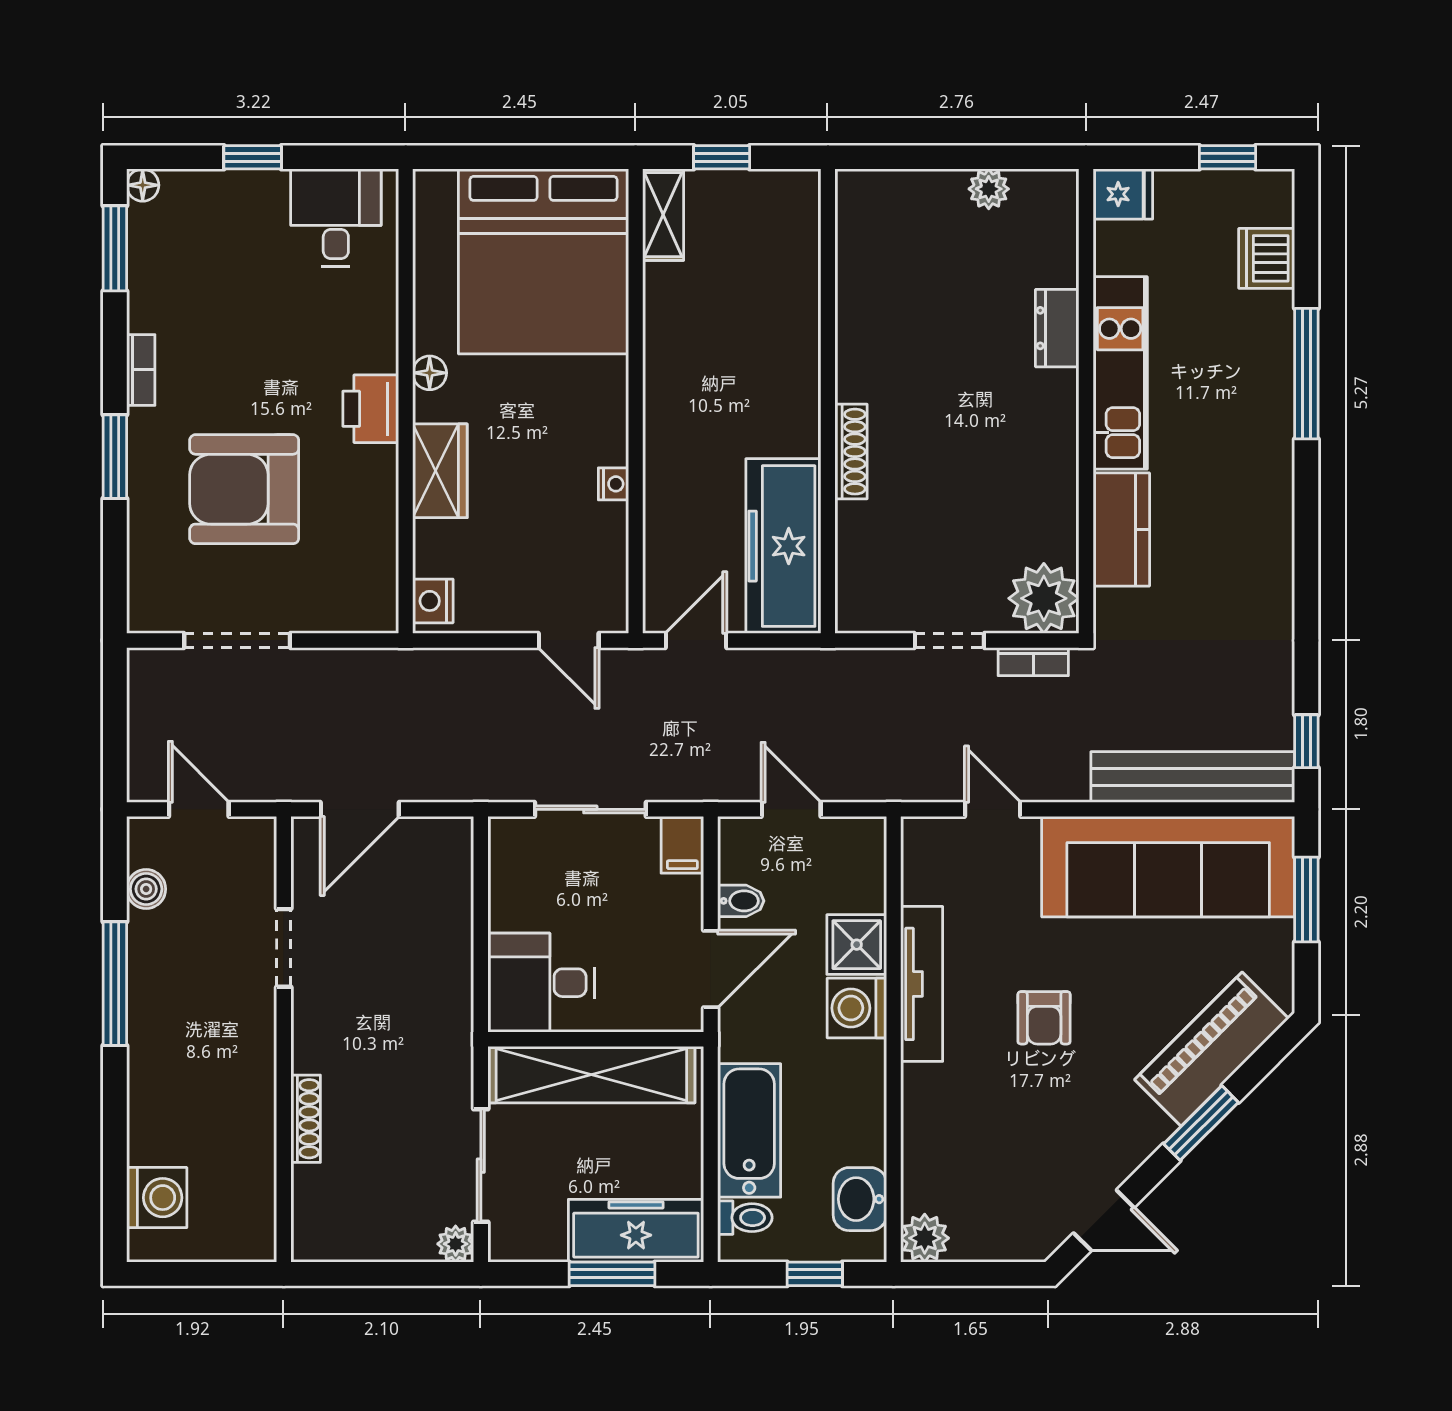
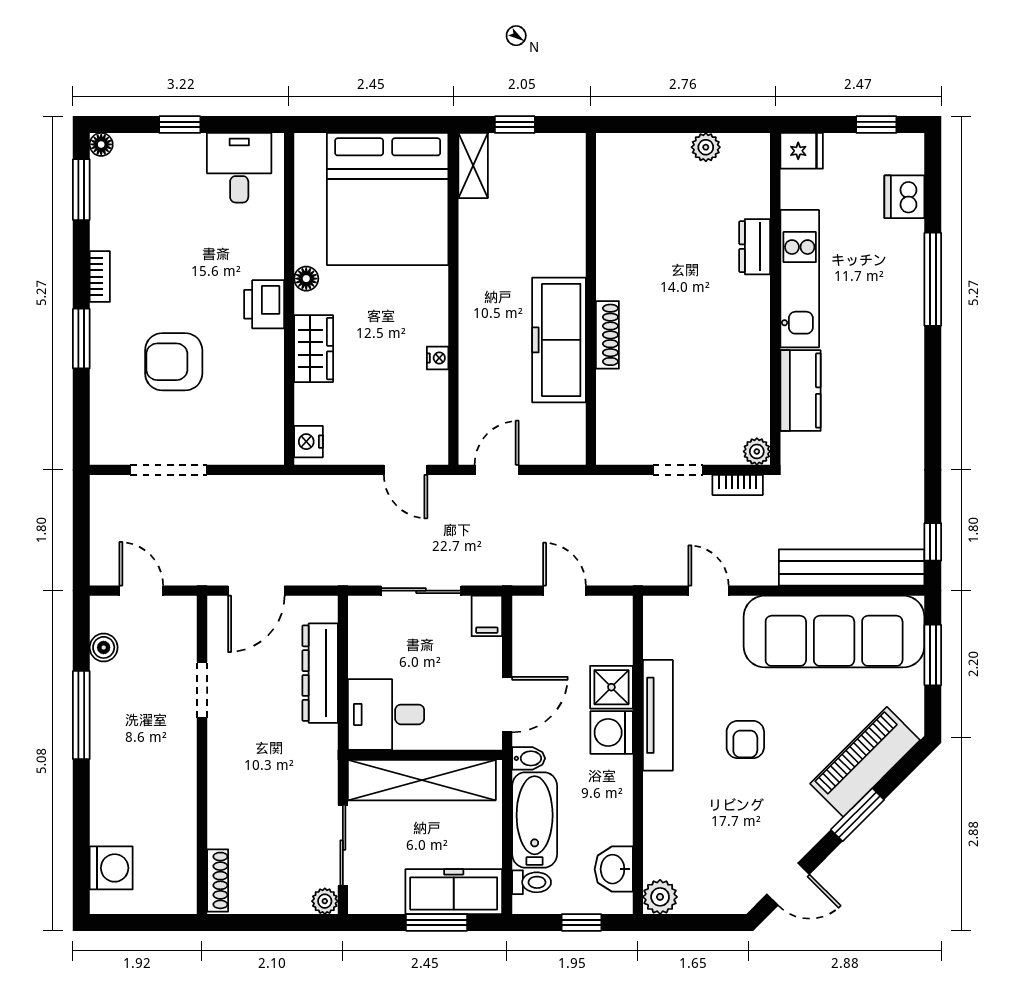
armchair: (244, 489) -> (174, 362), width x0.73, depth x0.73
freezer: (783, 546) -> (559, 340), moved
plant: (1044, 598) -> (757, 451), width x0.53, depth x0.53
bidet: (741, 901) -> (529, 758), moved
dresser: (449, 925) -> (320, 673), added
shoe rack: (306, 1119) -> (218, 880), moved

